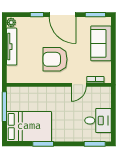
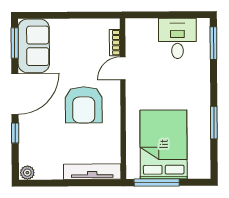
sofa: (101, 43) -> (34, 46), moved, turned -90
tv unit: (12, 47) -> (92, 172), moved
door: (79, 85) -> (123, 68), swing flipped
bed: (29, 126) -> (164, 144), moved

